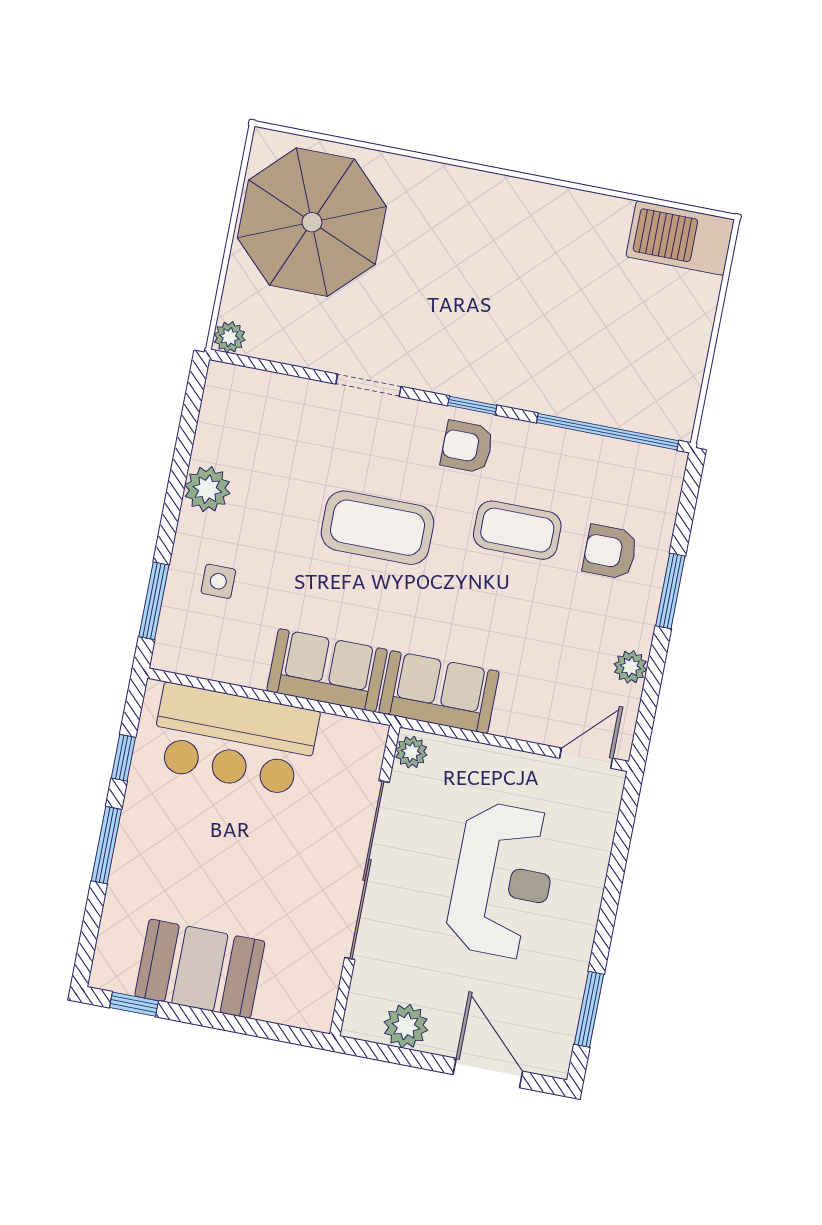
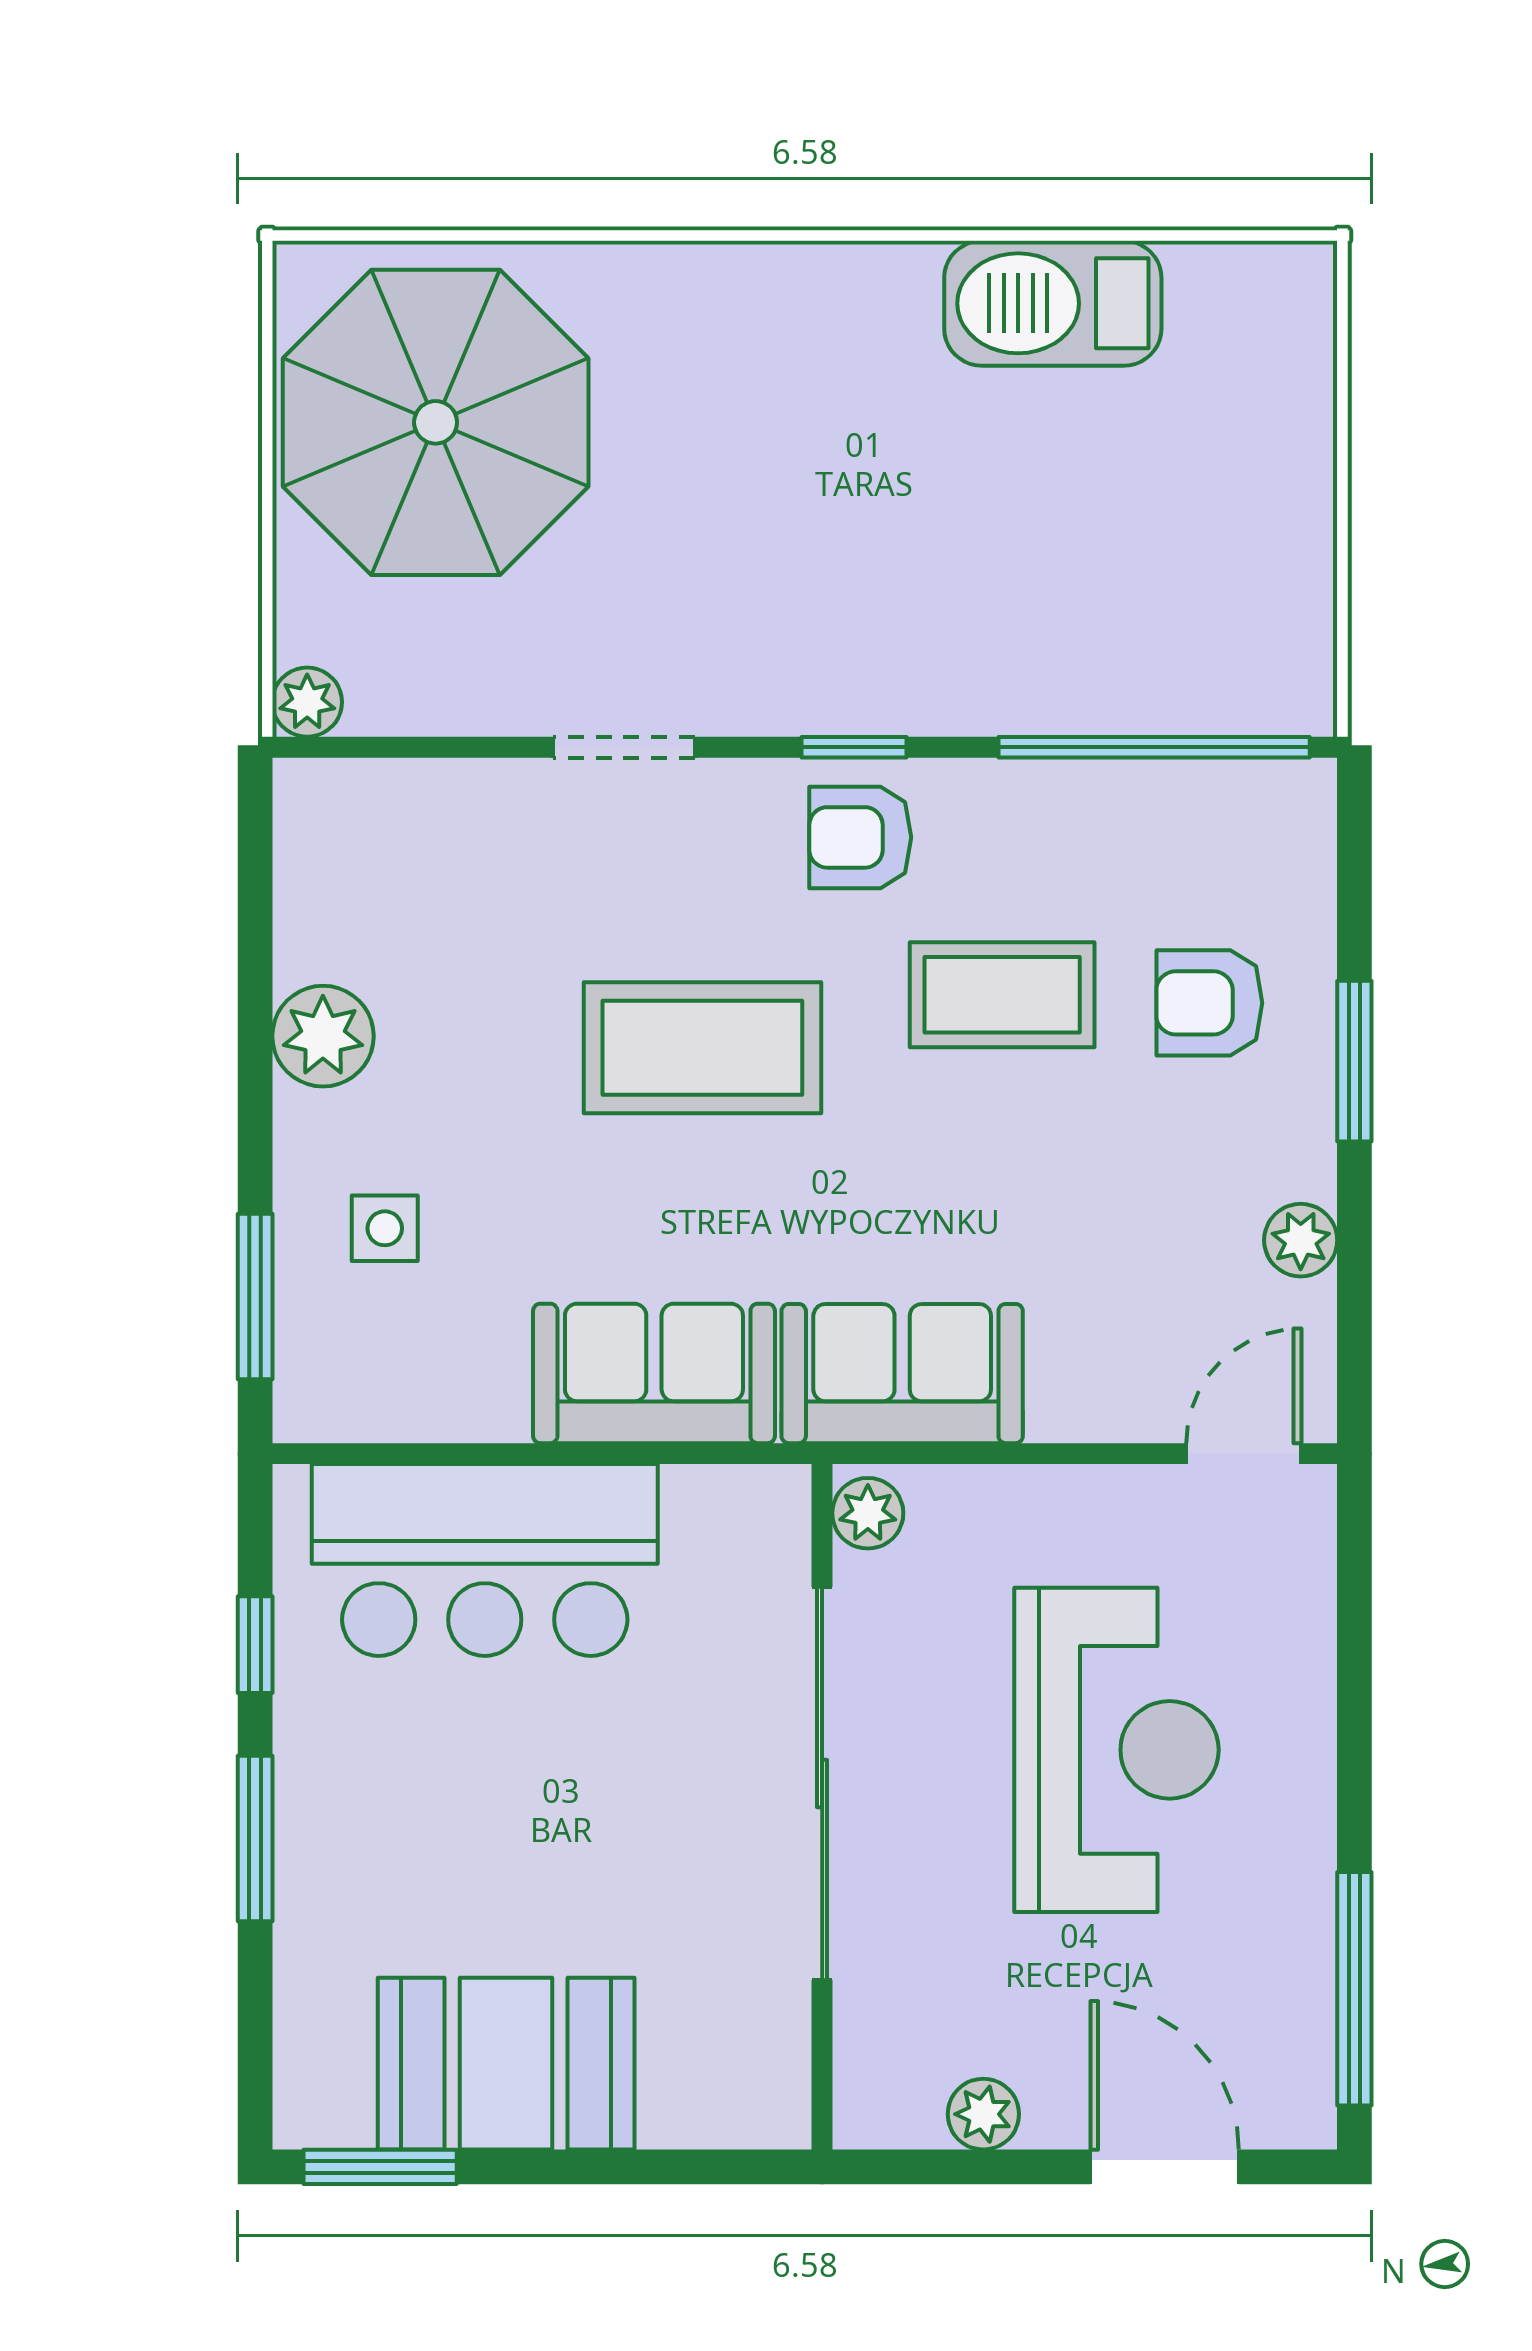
barbecue: (680, 238) -> (1053, 303), moved
window: (134, 1004) -> (380, 2167), width x1.50
window: (589, 1009) -> (1354, 1989), width x1.44
plant: (406, 1026) -> (983, 2114), width x0.73, depth x0.73

